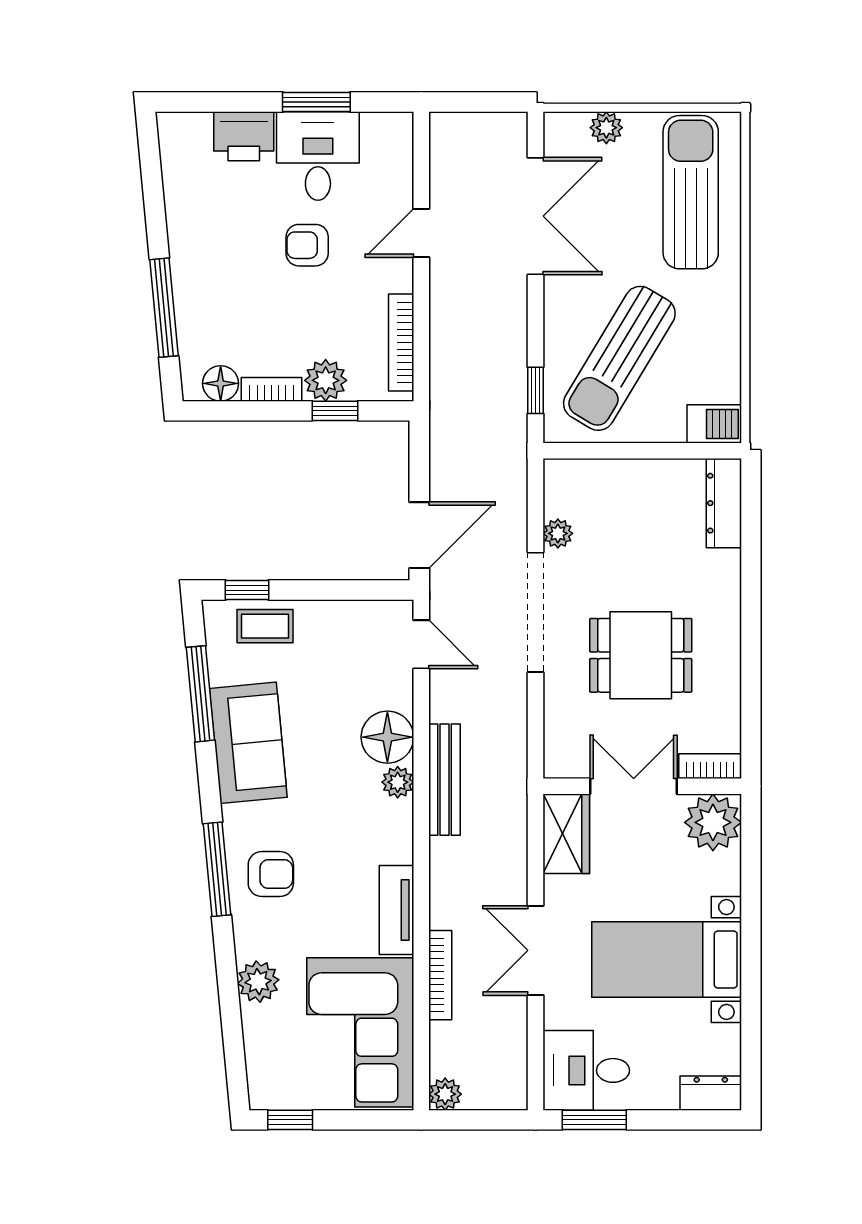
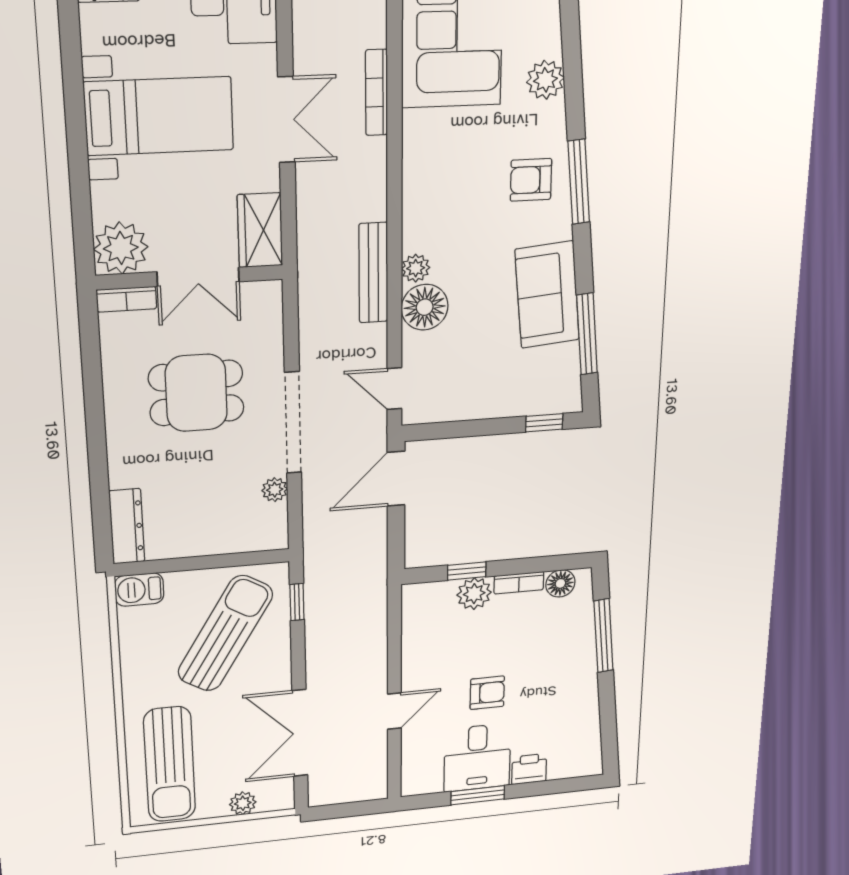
printer: (244, 136) -> (529, 769), width x0.73, depth x0.81
bookcase: (401, 343) -> (411, 628), removed
coffee table: (265, 626) -> (530, 394), removed
tv unit: (396, 910) -> (417, 152), removed

